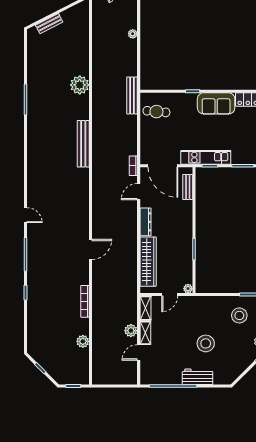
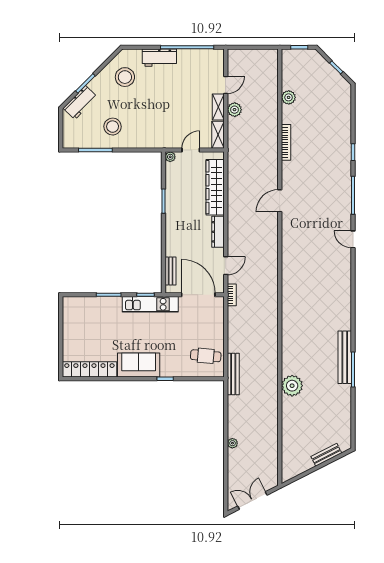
bench: (83, 144) -> (345, 357), moved
stool: (206, 343) -> (125, 77), moved

